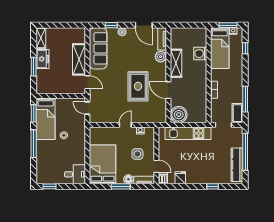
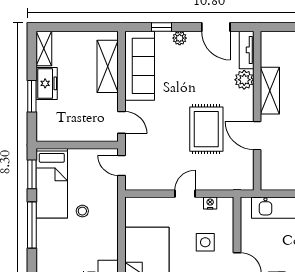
shelving: (79, 59) -> (108, 66), moved
boiler: (179, 115) -> (274, 176), removed

